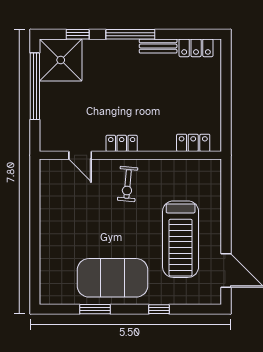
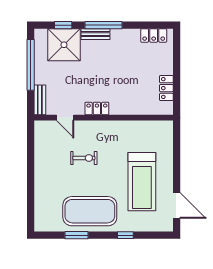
bench: (158, 46) -> (96, 34), moved
shower: (61, 60) -> (64, 45), moved
bench: (47, 132) -> (40, 100), added
locker: (193, 143) -> (166, 88), moved, turned -90
exercise bike: (128, 184) -> (84, 158), moved, turned -95

